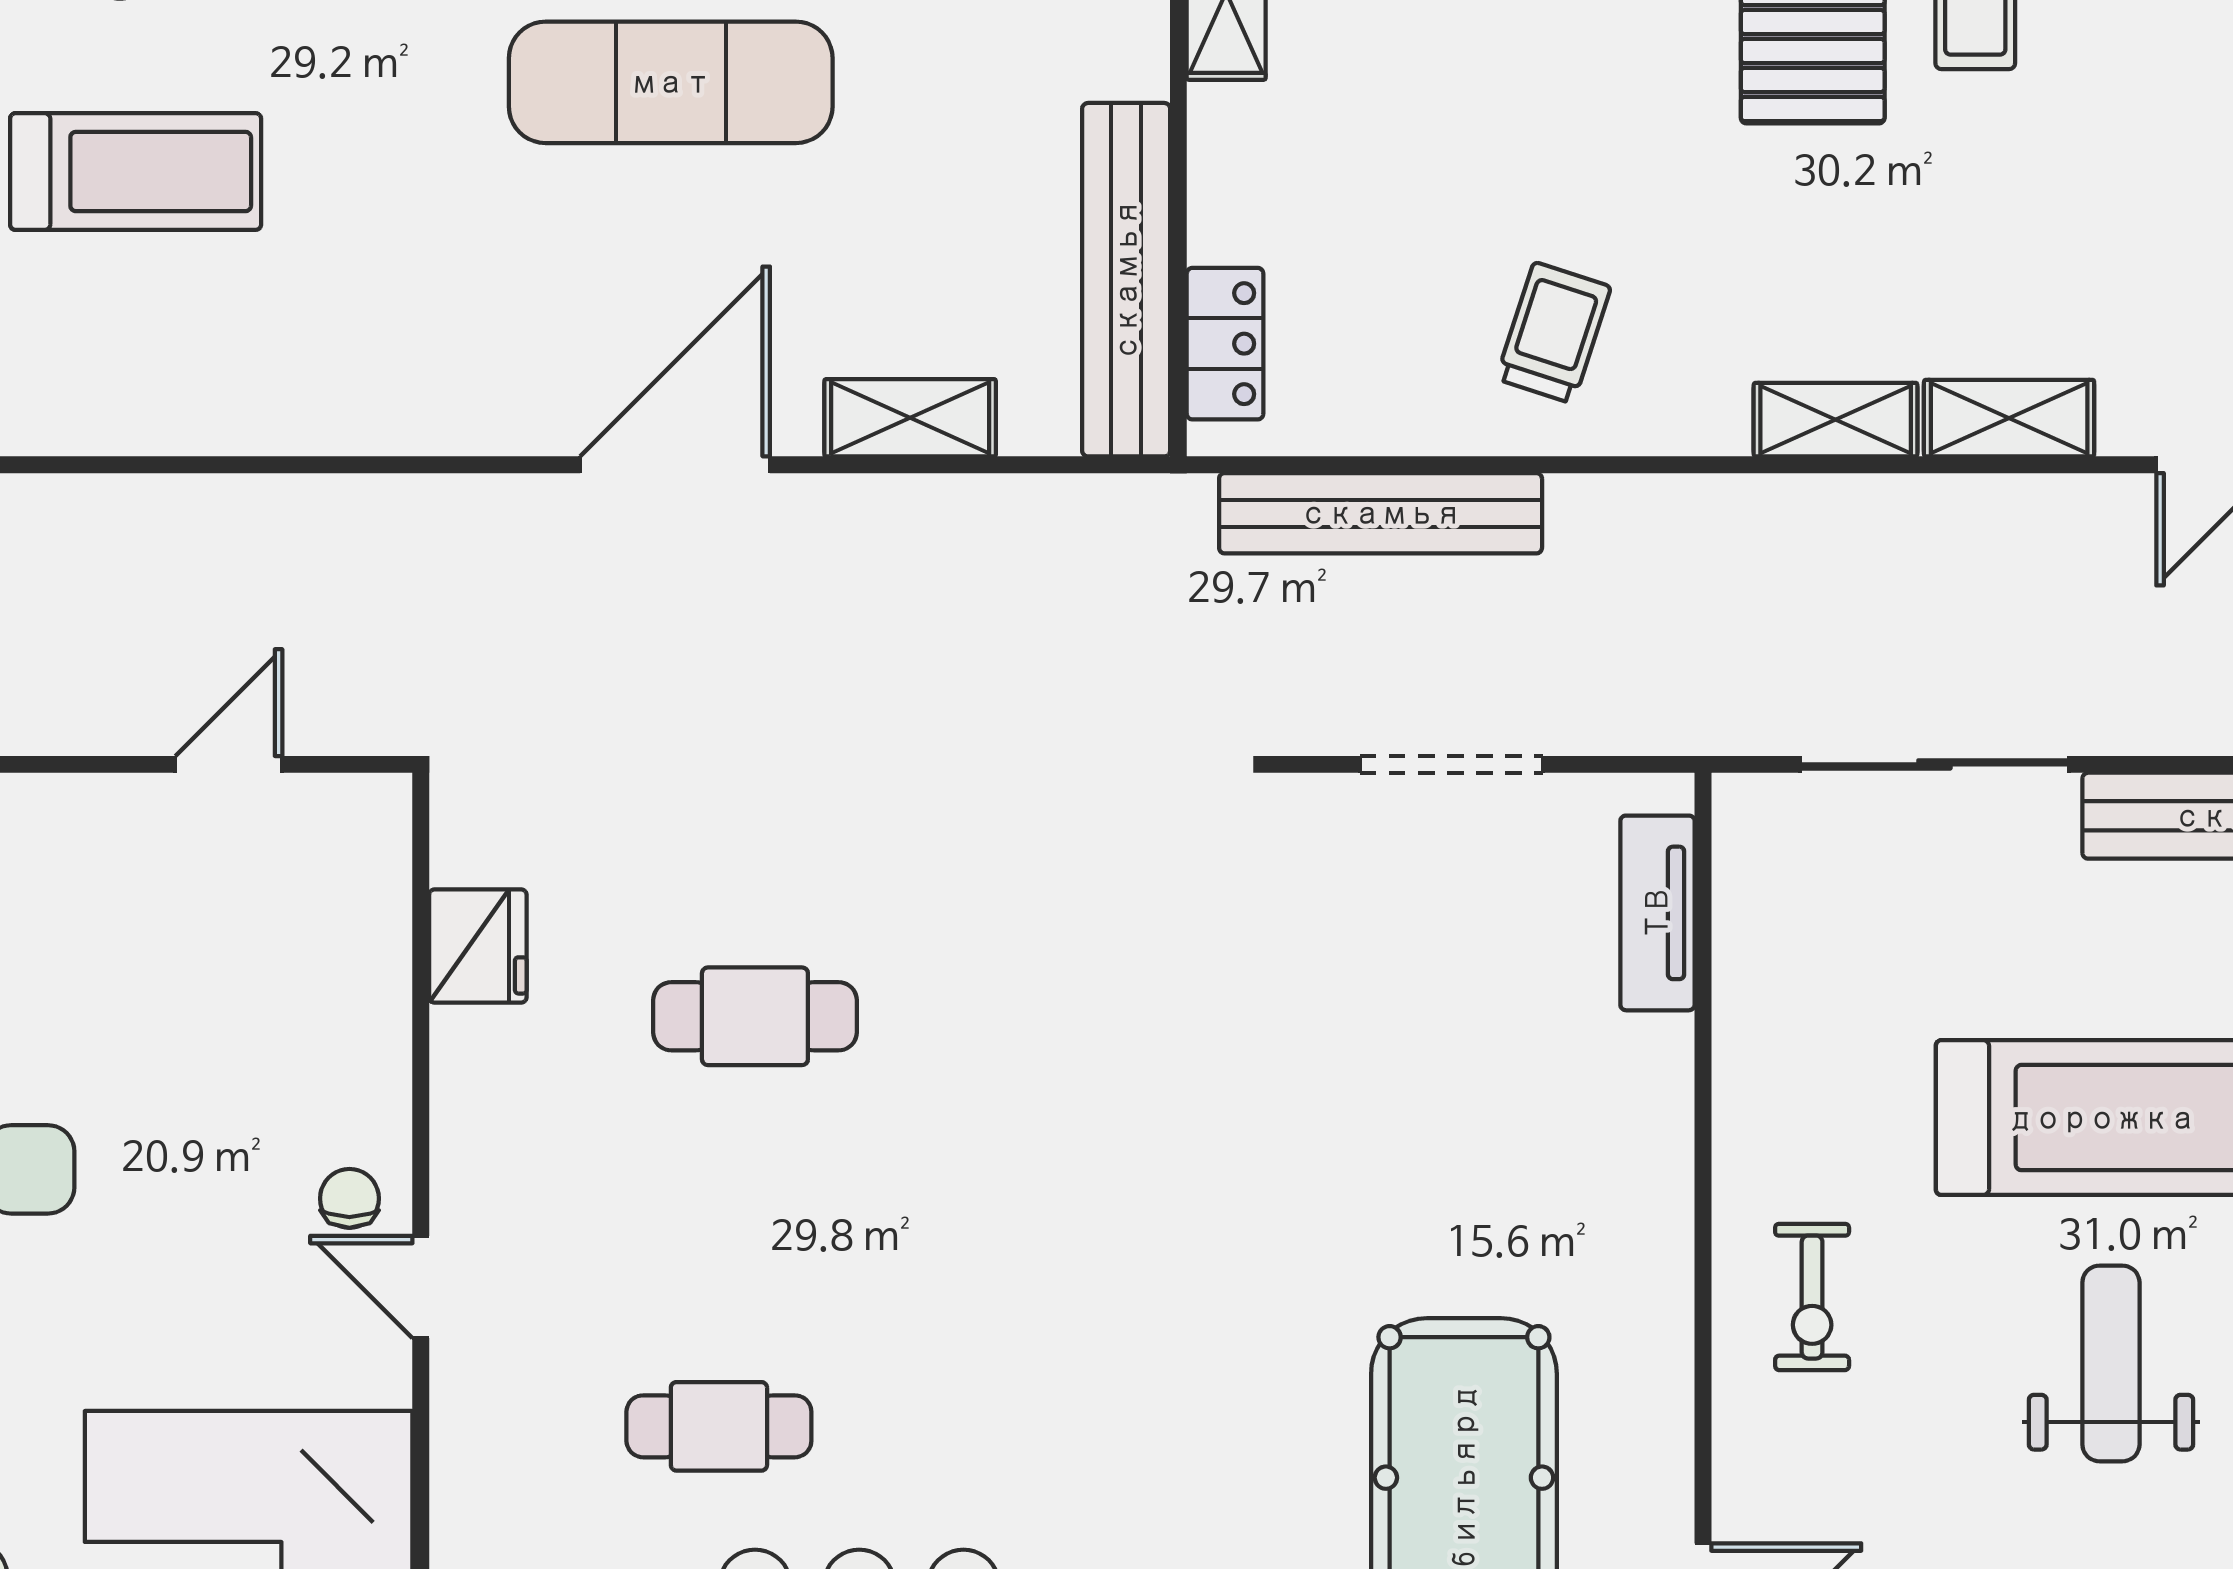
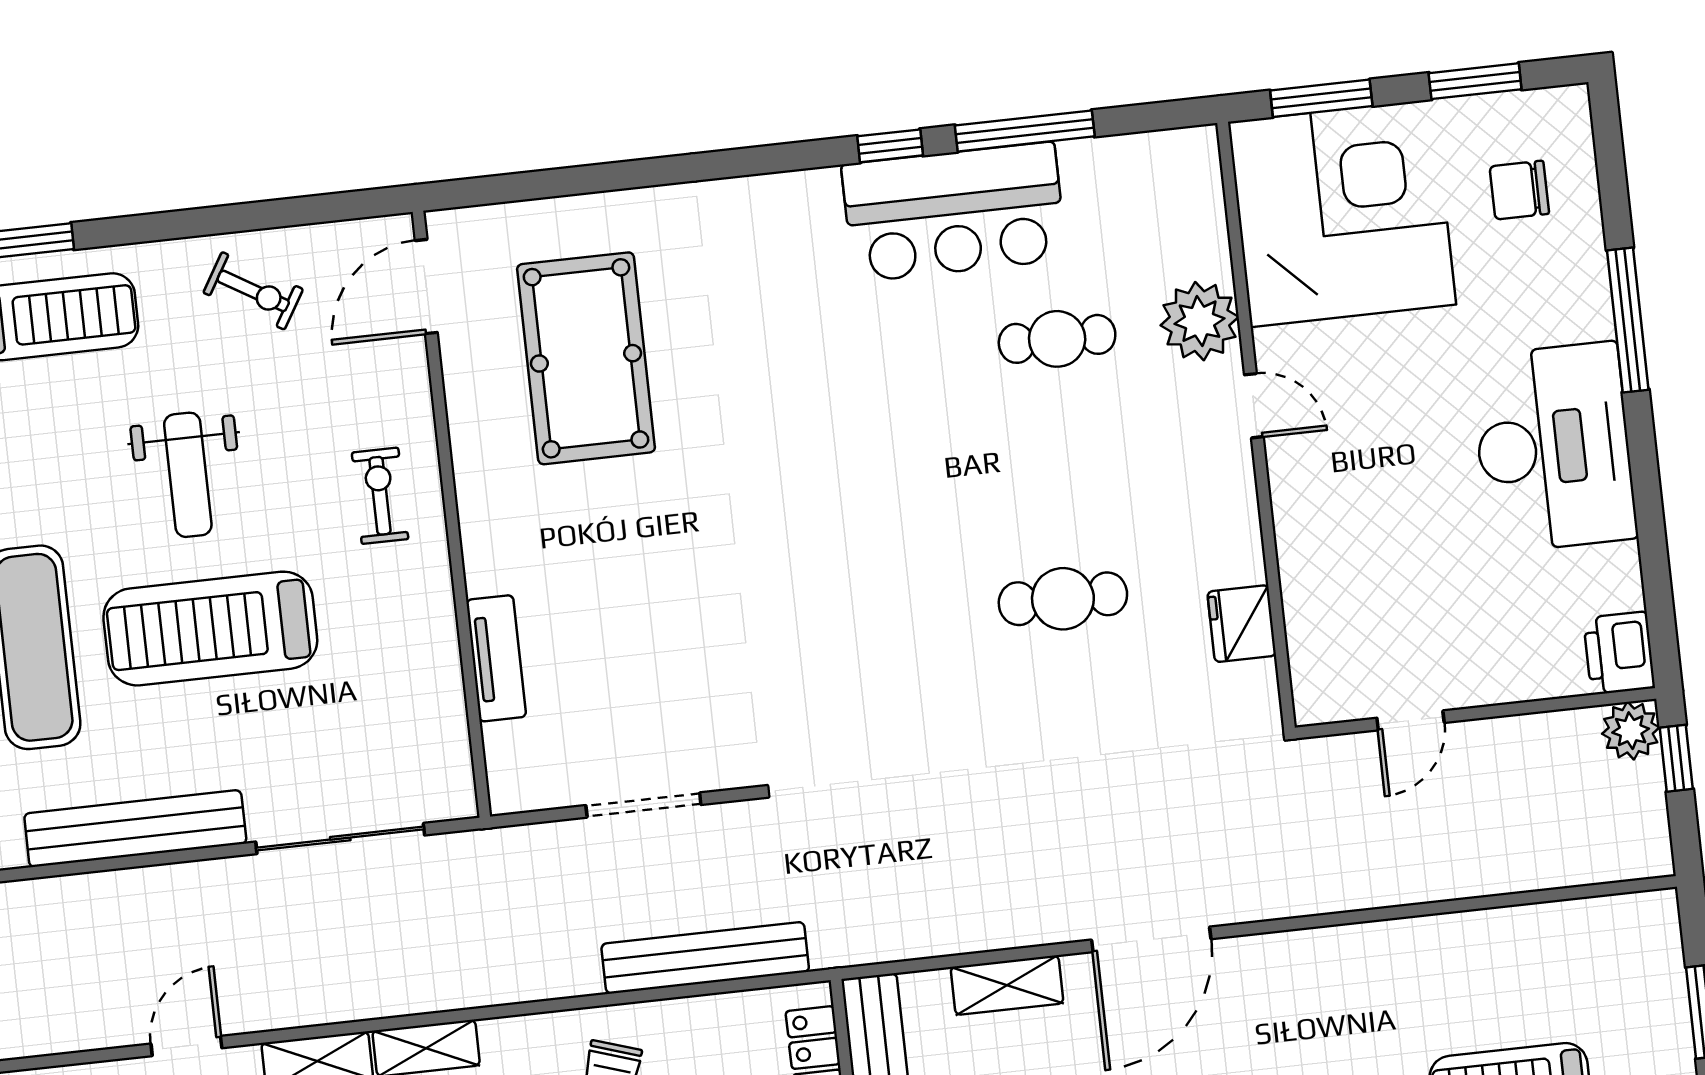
tv unit: (1657, 913) -> (496, 658), moved
chair: (349, 1198) -> (1305, 456), removed
plant: (492, 1430) -> (1200, 321), added

